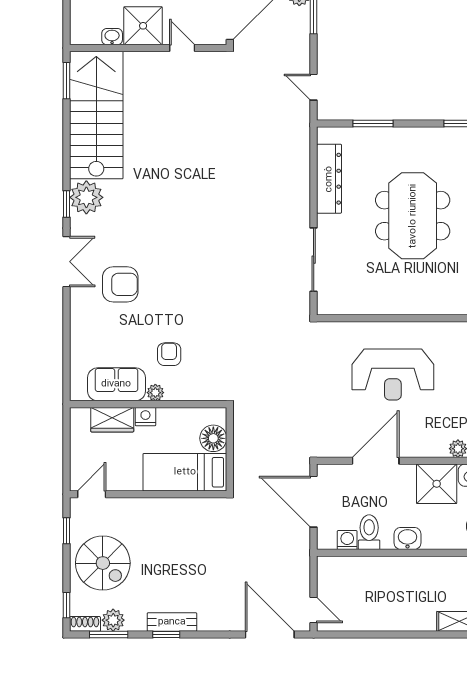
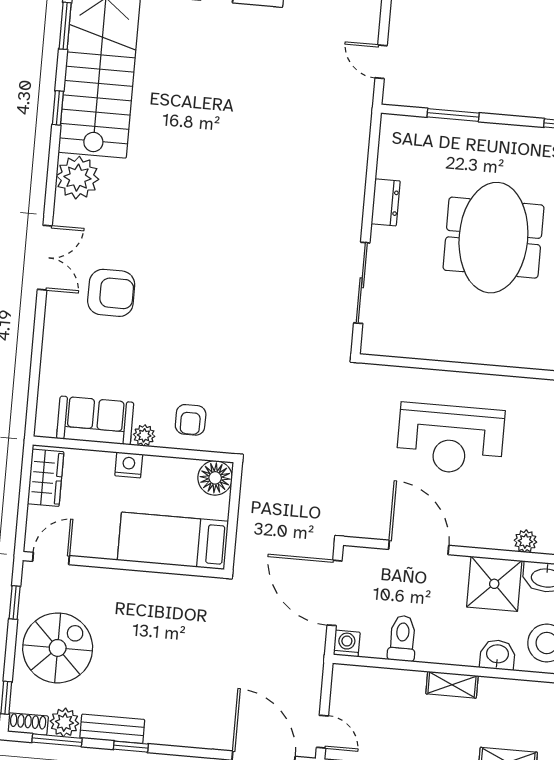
dresser: (329, 179) -> (386, 202), width x0.51, depth x0.80
window: (66, 204) -> (58, 108), moved
armchair: (169, 354) -> (191, 420), moved, turned 180
wardrobe: (112, 420) -> (46, 478), moved, turned -90
floor lamp: (213, 438) -> (215, 478), moved
door: (376, 461) -> (419, 547), hinge flipped
washbasin: (407, 538) -> (497, 655), moved
washing machine: (347, 540) -> (347, 644), moved
spiral stairs: (103, 563) -> (58, 648), turned -90
shelving: (411, 565) -> (452, 685), added
bench: (172, 622) -> (112, 729), moved

